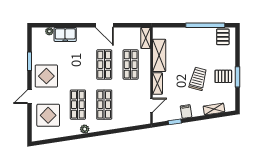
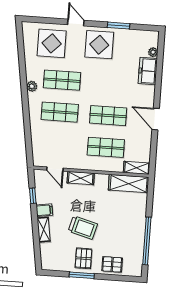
door: (104, 25) -> (156, 119), hinge flipped
pallet: (223, 37) -> (112, 264), moved
shelving: (159, 55) -> (129, 184), moved
shelving: (214, 109) -> (44, 230), moved

